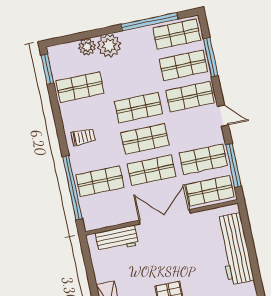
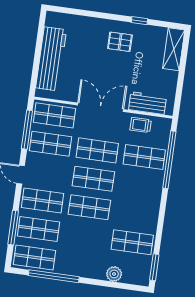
plant: (109, 46) -> (95, 268), removed
trolley: (83, 137) -> (141, 125), moved
double door: (165, 217) -> (101, 107), swing flipped

